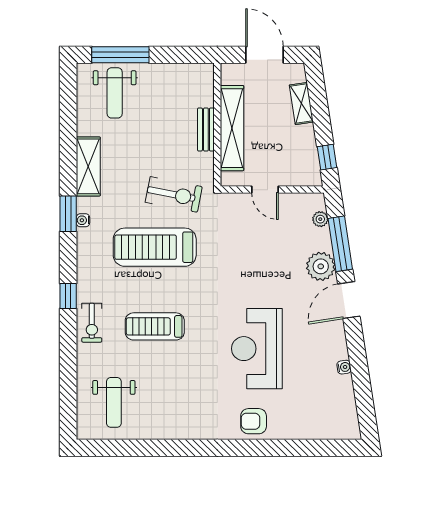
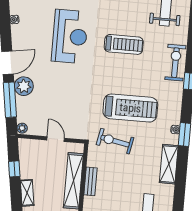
window: (327, 157) -> (14, 169), moved
plant: (320, 219) -> (22, 128), moved
exercise bike: (92, 323) -> (175, 63), width x1.38, depth x1.39
treadmill: (155, 326) -> (124, 44), moved

